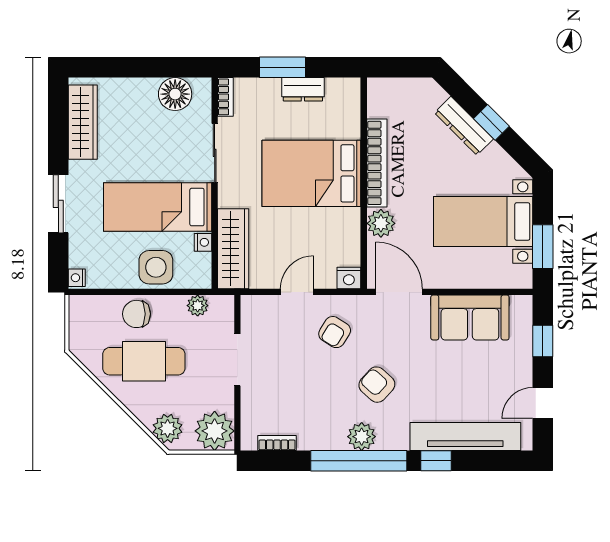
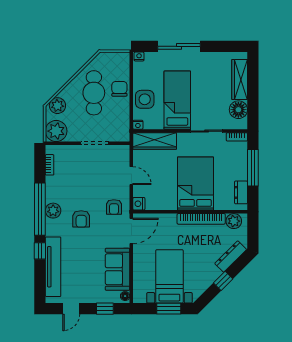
window: (282, 67) -> (253, 168), width x1.44
dresser: (303, 89) -> (241, 192), moved
wardrobe: (83, 122) -> (240, 79), moved, turned 90
dresser: (464, 126) -> (231, 257), moved
sliding door: (58, 204) -> (179, 46), width x1.37
plant: (381, 223) -> (234, 221), moved
nightstand: (203, 242) -> (138, 125), moved
window: (543, 247) -> (169, 309), moved
floor lamp: (520, 303) -> (125, 296), added
plant: (198, 306) -> (124, 122), removed
armchair: (335, 332) -> (114, 207), moved, turned -122
armchair: (377, 385) -> (81, 219), turned 138
door: (543, 403) -> (71, 309), swing flipped

